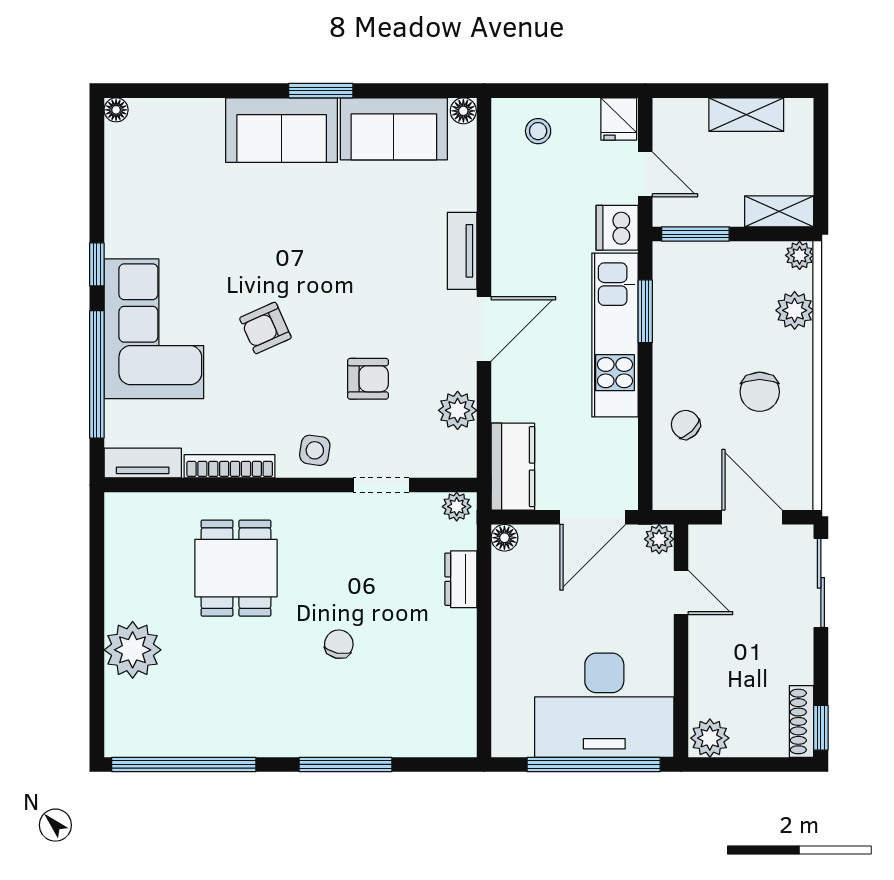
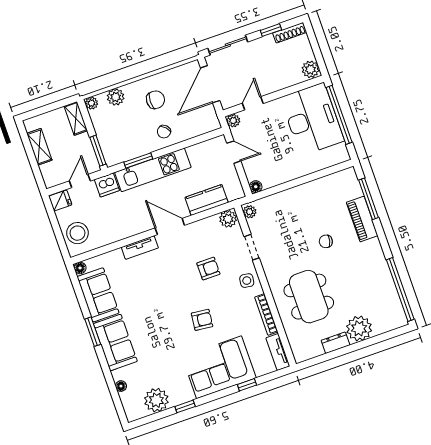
floor lamp: (116, 110) -> (121, 386), moved
stool: (538, 131) -> (77, 233), width x1.89, depth x1.89
plant: (131, 174) -> (156, 400), added
window: (97, 264) -> (185, 406), moved
armchair: (265, 328) -> (202, 320), turned -60
window: (97, 374) -> (247, 385), width x0.32
armchair: (368, 379) -> (208, 269), turned 90
plant: (458, 410) -> (228, 219), moved
chair: (686, 425) -> (164, 132), moved
kitchen counter: (513, 467) -> (207, 200), moved
door: (593, 517) -> (234, 152), width x0.73
door: (752, 517) -> (210, 84), width x1.36
dining table: (236, 568) -> (309, 297), width x1.38
dresser: (461, 579) -> (335, 343), moved, turned 180
window: (821, 728) -> (271, 30), moved
piano: (359, 736) -> (362, 219), added
window: (345, 764) -> (368, 199), moved

